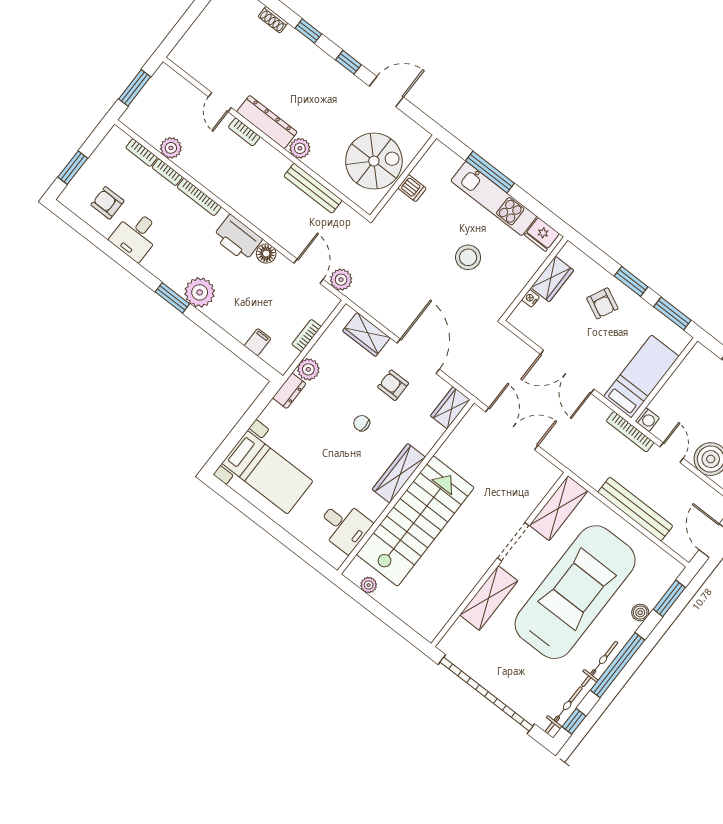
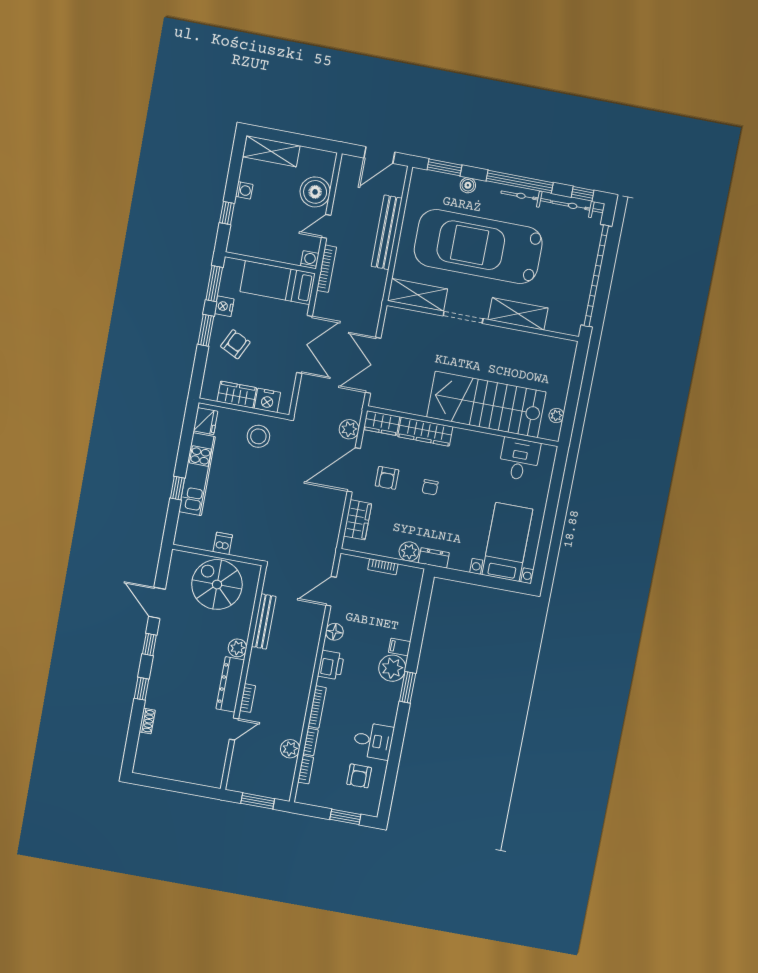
window: (490, 172) -> (178, 488), width x0.46
printer: (237, 238) -> (331, 665), width x0.73, depth x0.84
stool: (468, 257) -> (258, 436), moved
plant: (341, 280) -> (349, 429), moved
nightstand: (531, 298) -> (267, 400), width x1.89, depth x1.79
nightstand: (645, 312) -> (224, 306), added
filing cabinet: (258, 342) -> (400, 647), moved
wardrobe: (399, 473) -> (425, 432), moved

